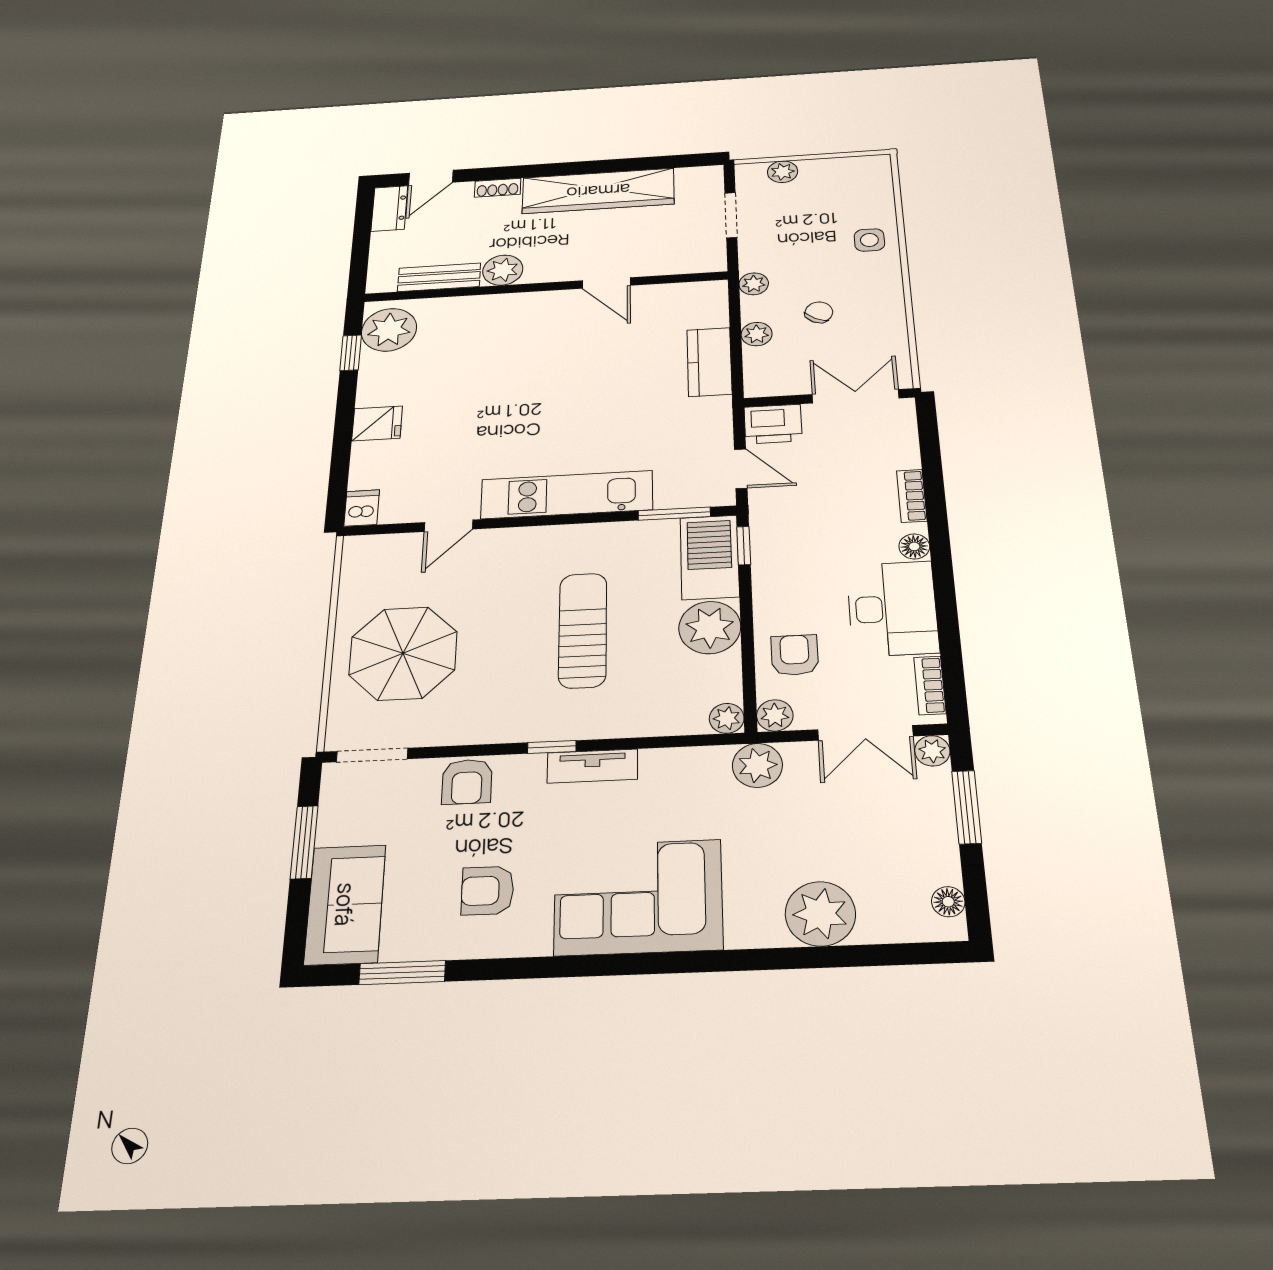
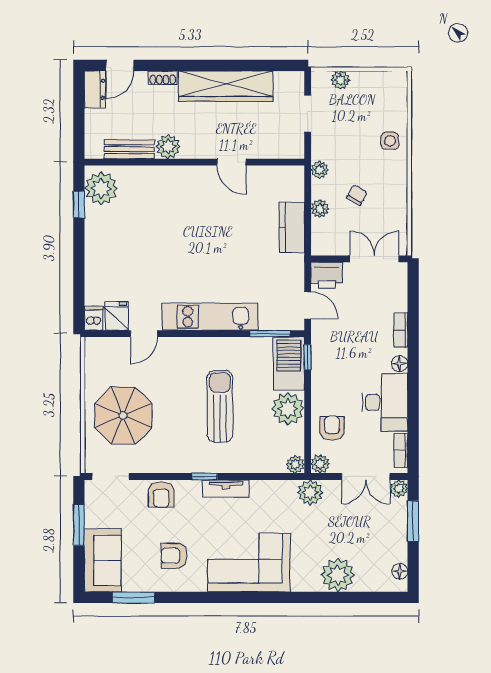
fridge: (377, 424) -> (117, 316), moved, turned -90

